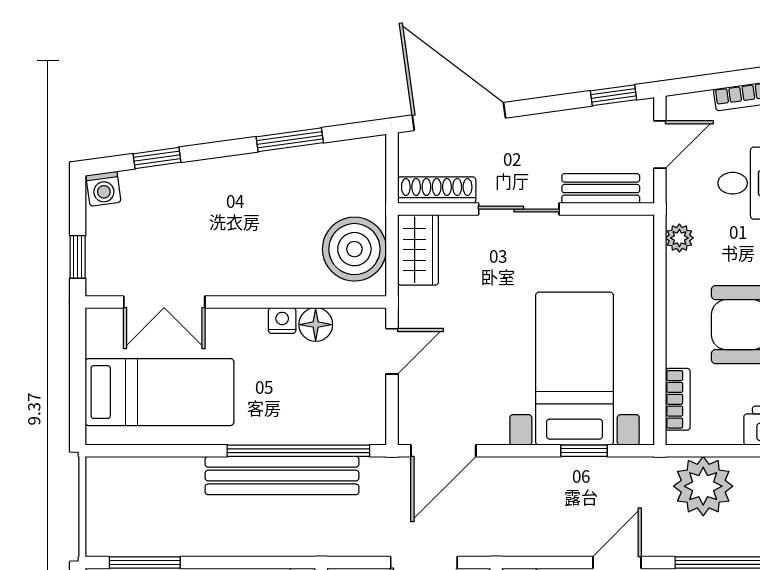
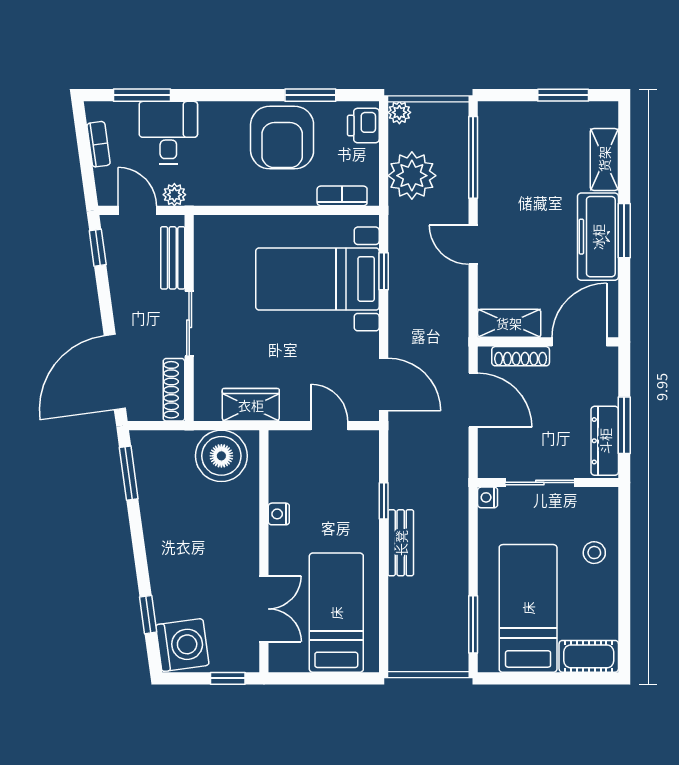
window: (290, 140) -> (129, 473), moved
washing machine: (103, 189) -> (182, 645), width x1.89, depth x1.89
plant: (679, 238) -> (174, 195), moved
wardrobe: (418, 250) -> (251, 405), moved
floor lamp: (316, 325) -> (282, 487), removed
door: (392, 351) -> (329, 426), moved
window: (298, 451) -> (384, 501), width x0.32
bench: (282, 476) -> (401, 543), width x0.54, depth x0.82

